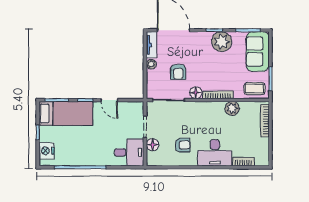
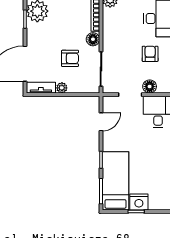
door: (109, 100) -> (101, 122), moved
nightstand: (47, 151) -> (139, 202), moved

